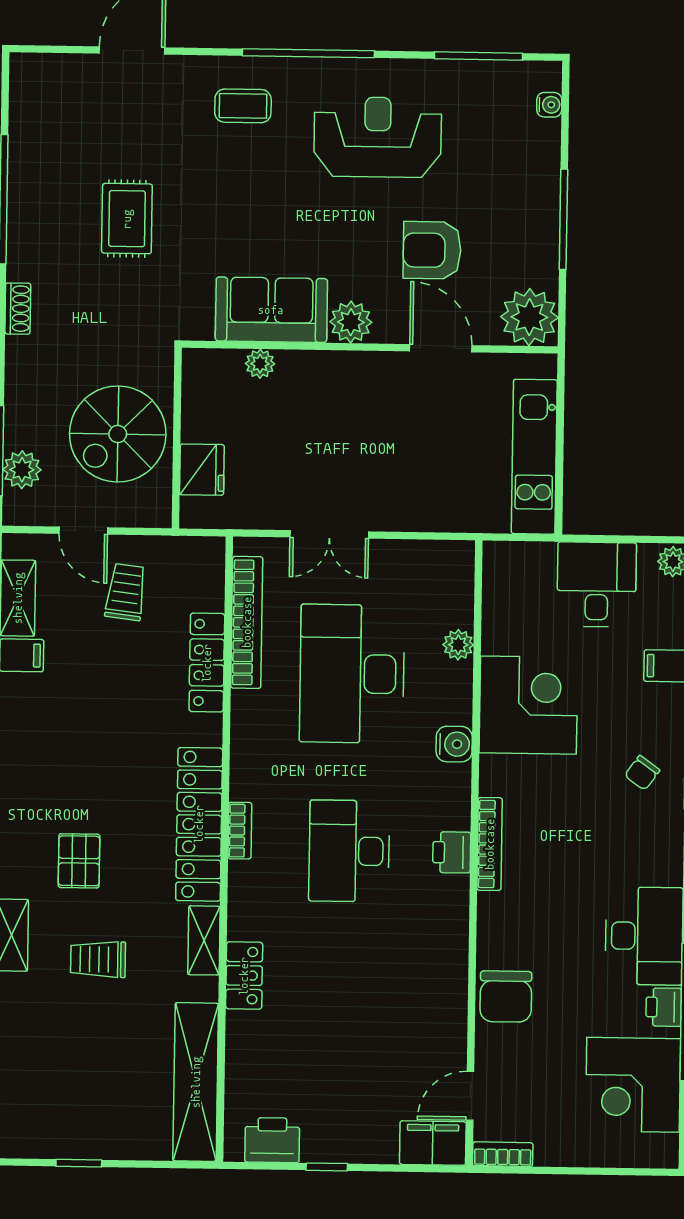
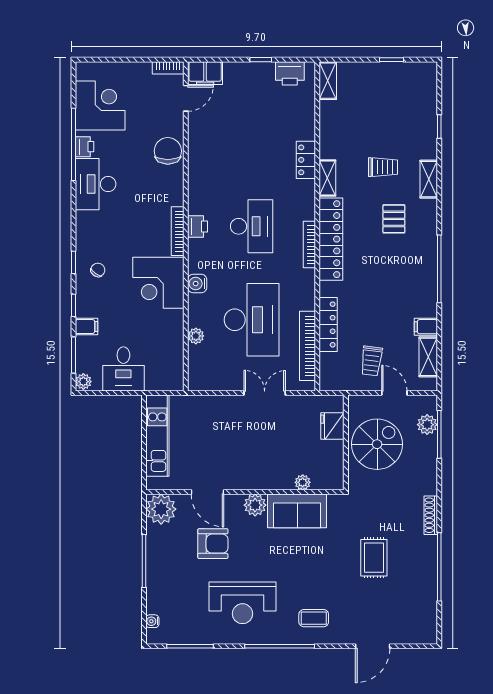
shoe rack: (18, 309) -> (431, 515), width x1.43
corner desk: (528, 705) -> (158, 283), moved
bookcase: (240, 831) -> (309, 245), width x1.56
shelving: (196, 1082) -> (328, 81), width x0.45, depth x0.75

